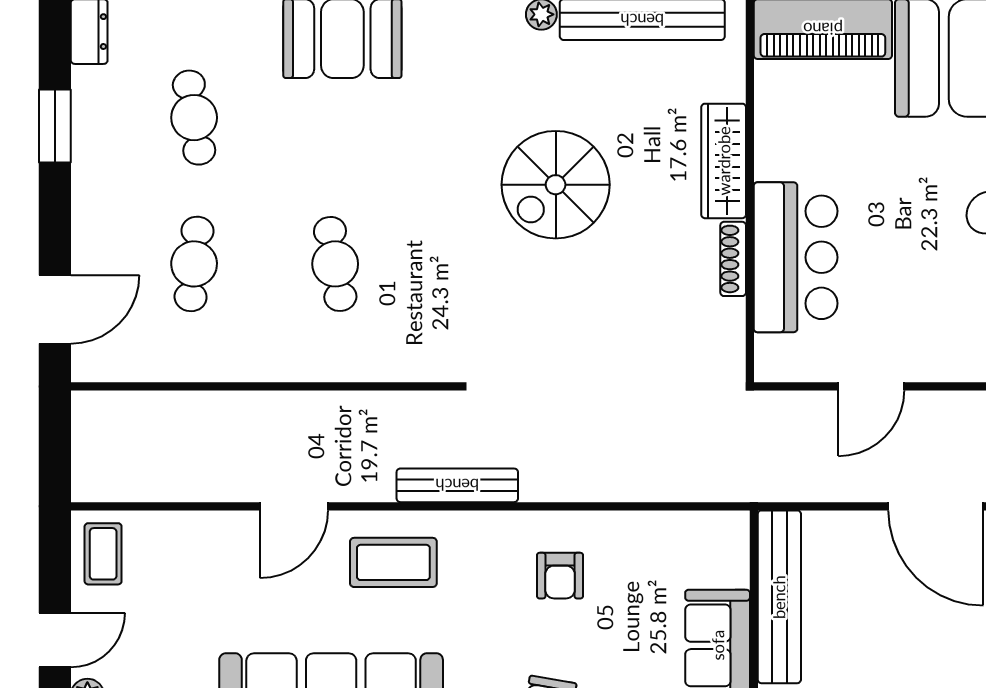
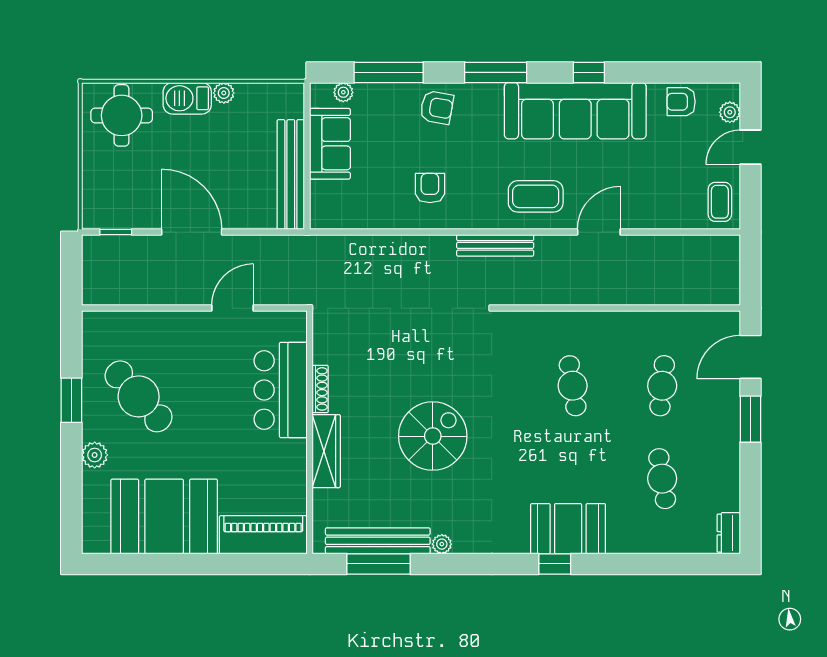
window: (55, 126) -> (750, 419), moved

